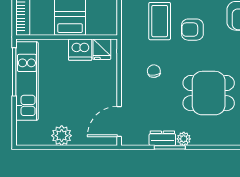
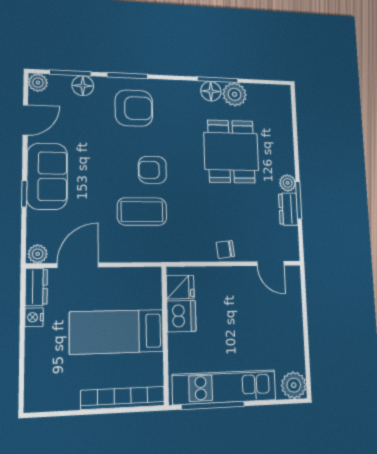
armchair: (192, 30) -> (152, 170), turned 90
chair: (154, 71) -> (225, 249), moved
door: (119, 121) -> (270, 263), width x0.73
plant: (62, 136) -> (294, 385), moved

